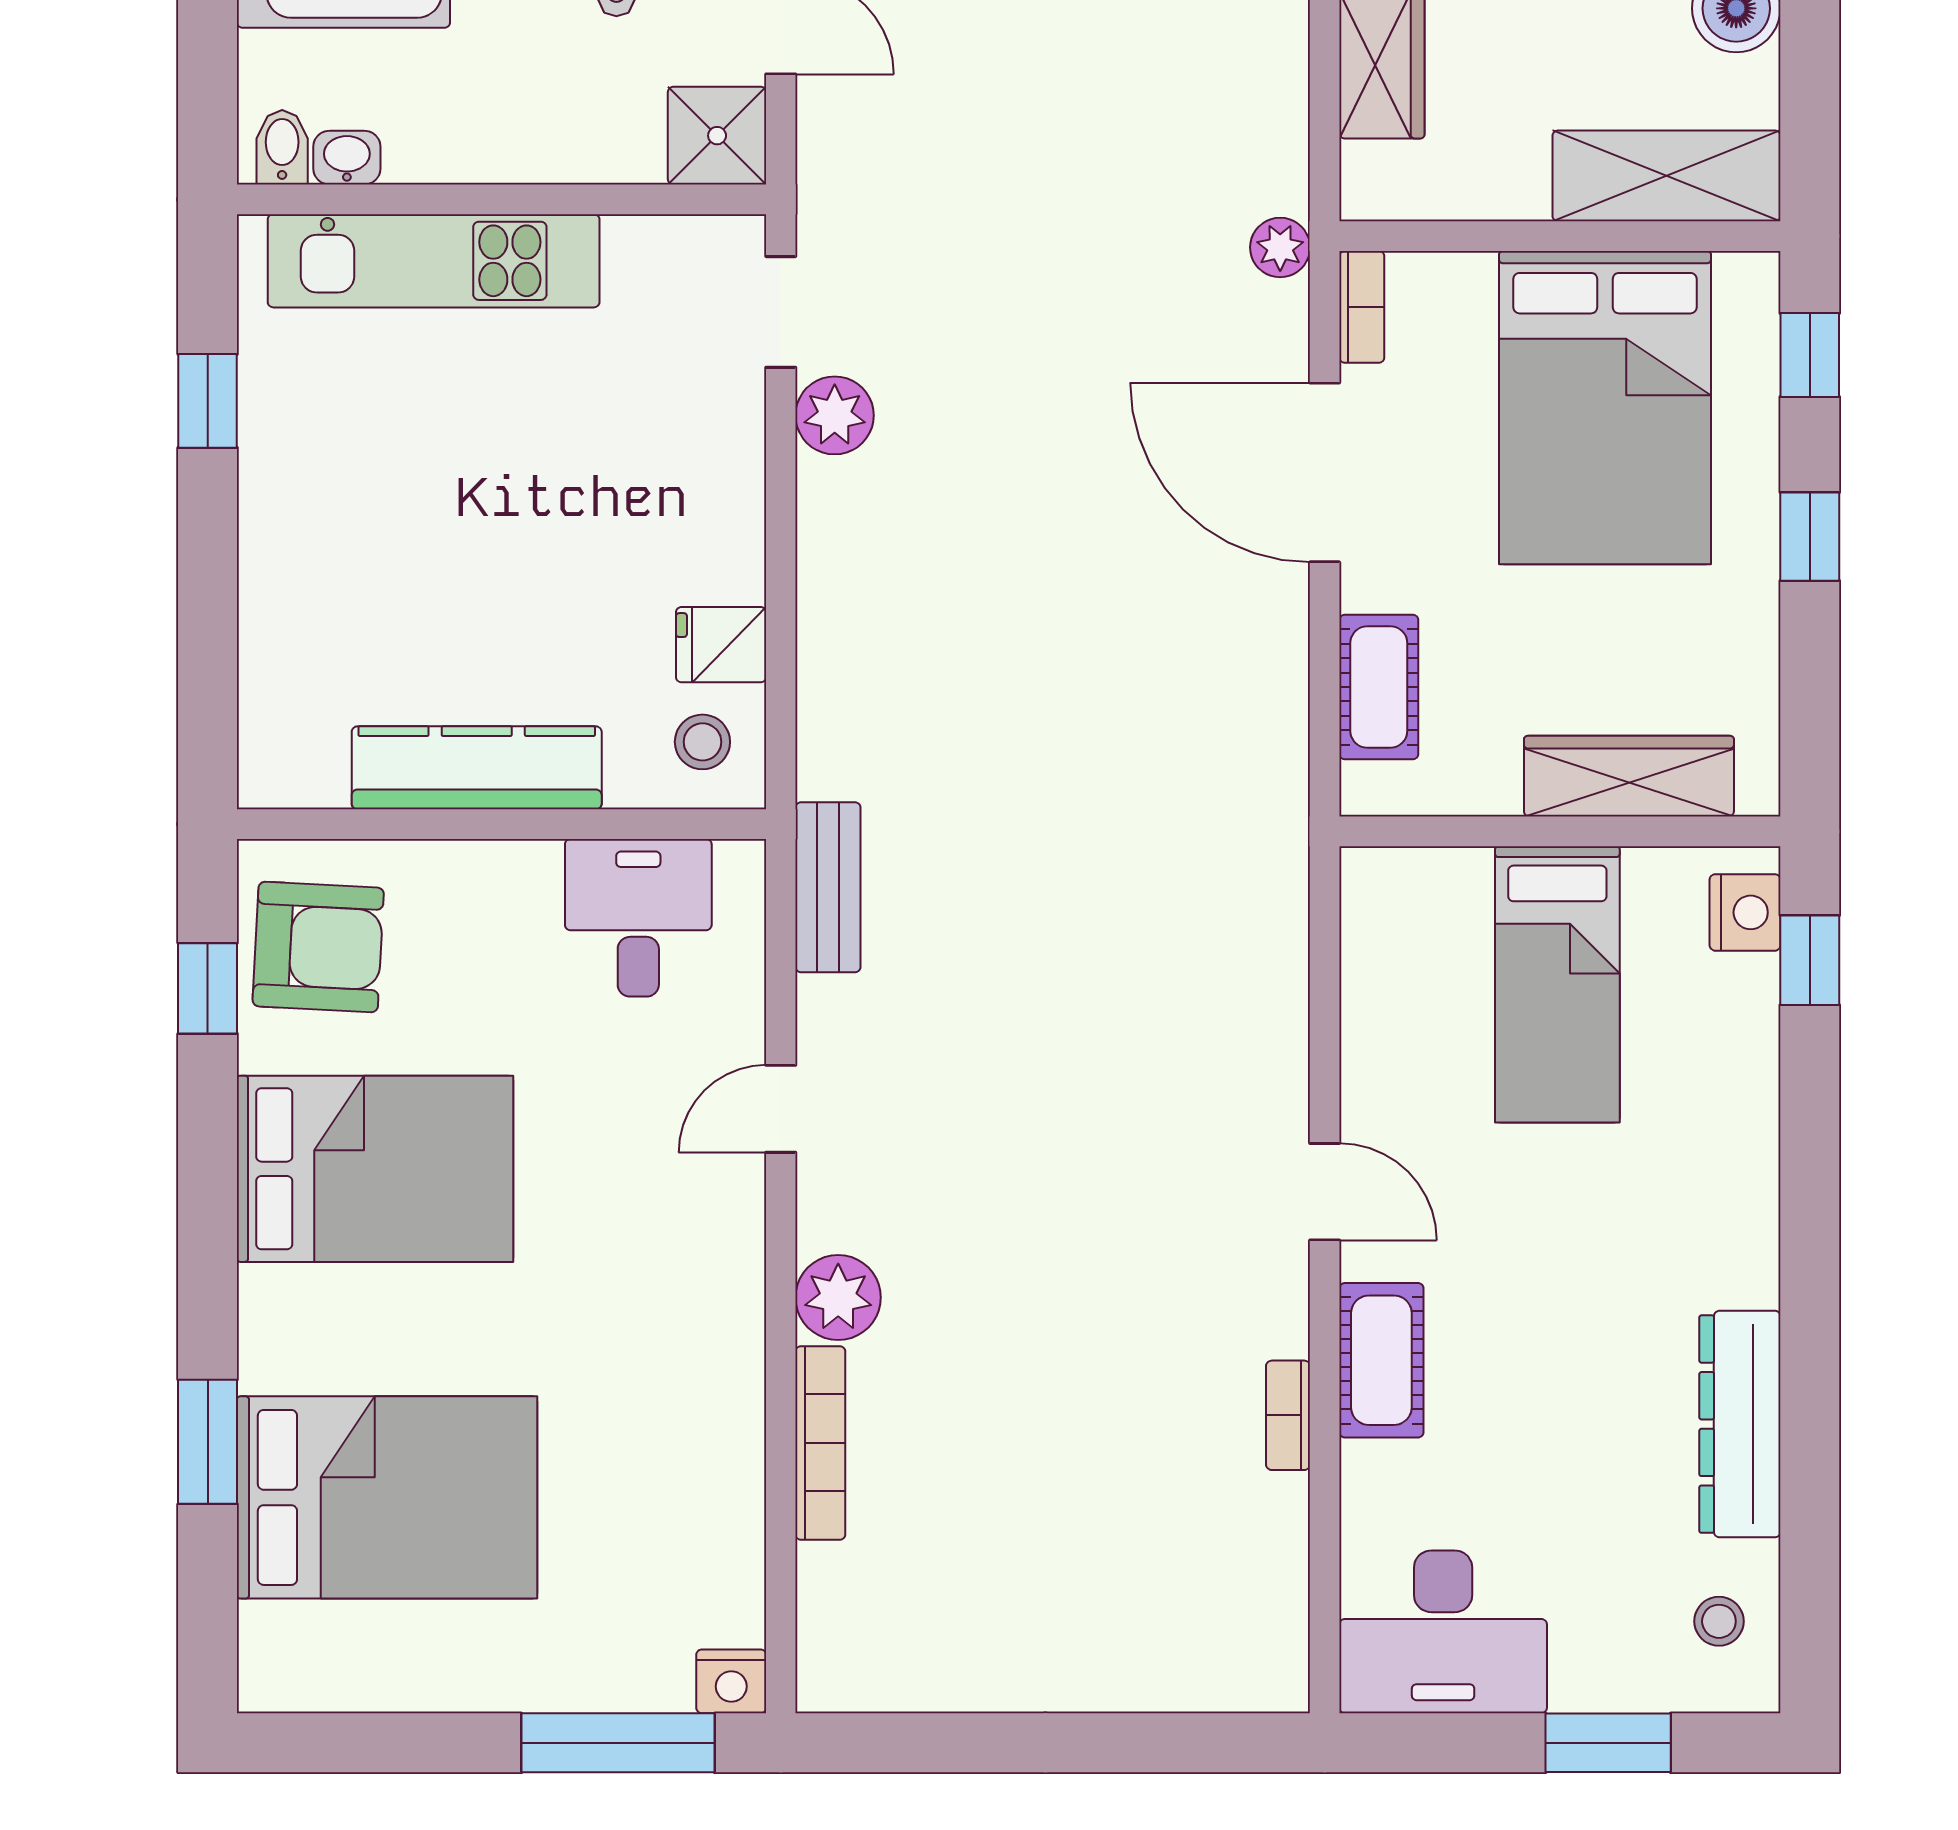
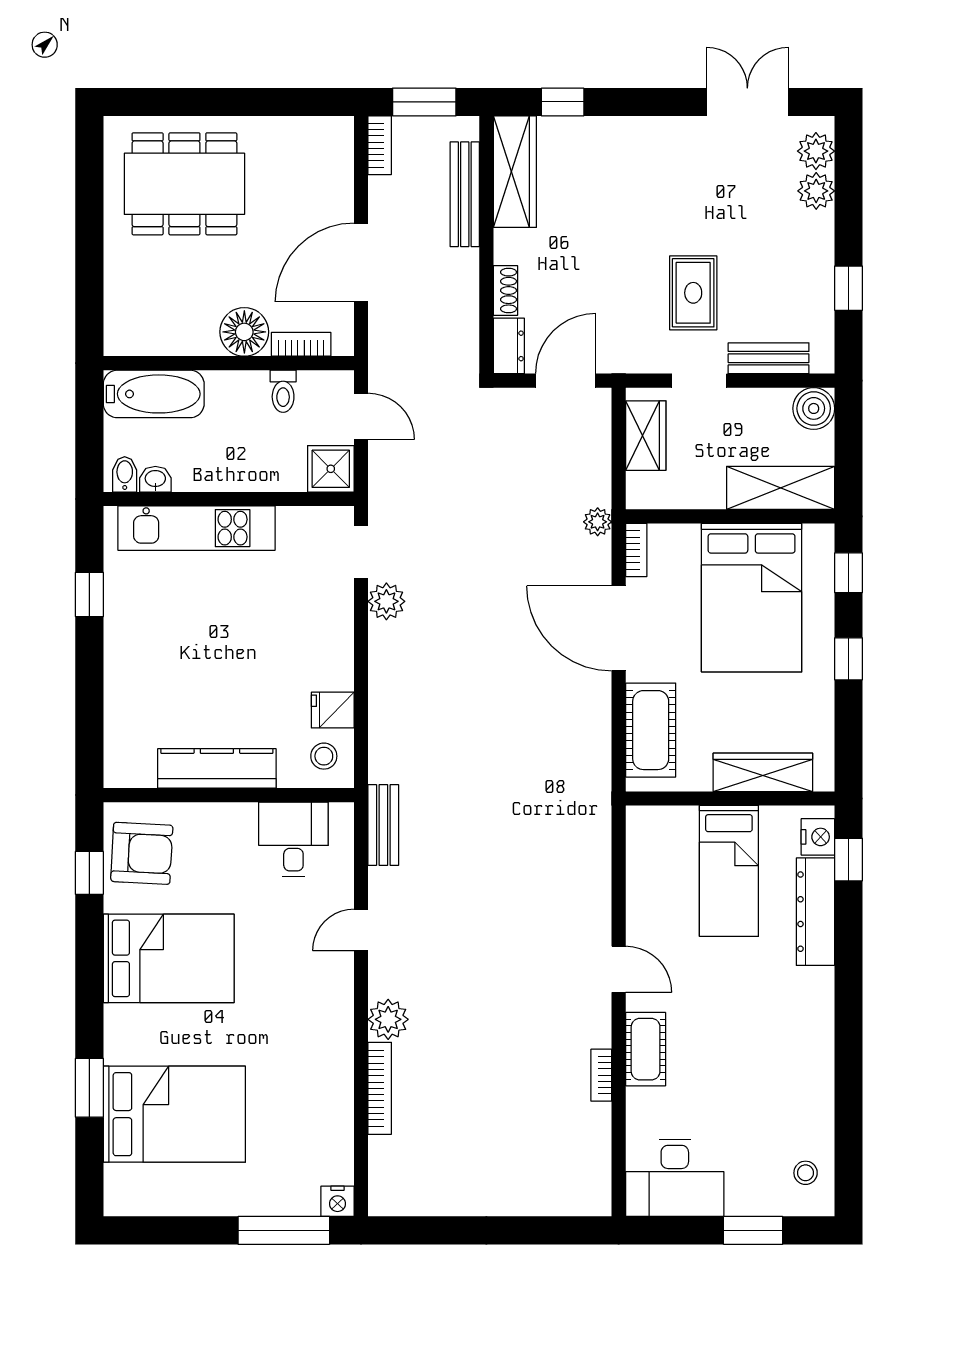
cot: (1379, 687) -> (651, 730), width x1.37, depth x1.34
dresser: (1740, 1424) -> (815, 912), moved

